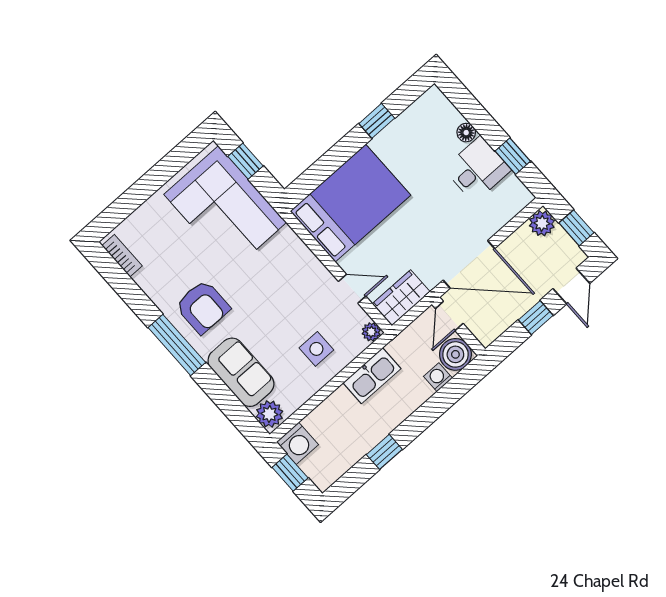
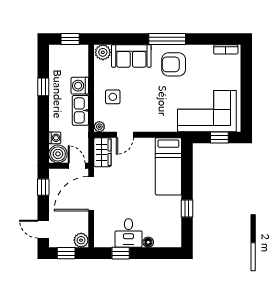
bed: (350, 203) -> (168, 166), width x0.67
window: (536, 318) -> (43, 187), moved
washing machine: (297, 443) -> (80, 86), moved

